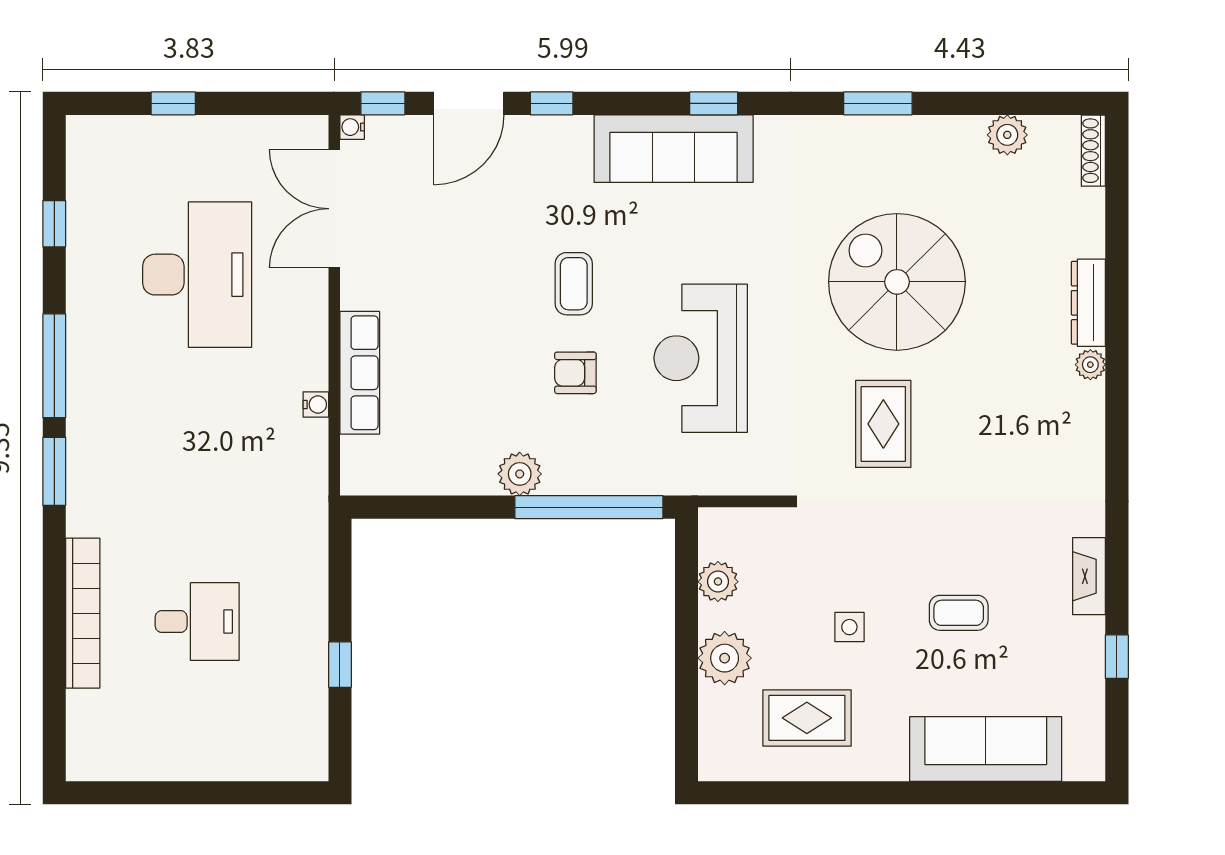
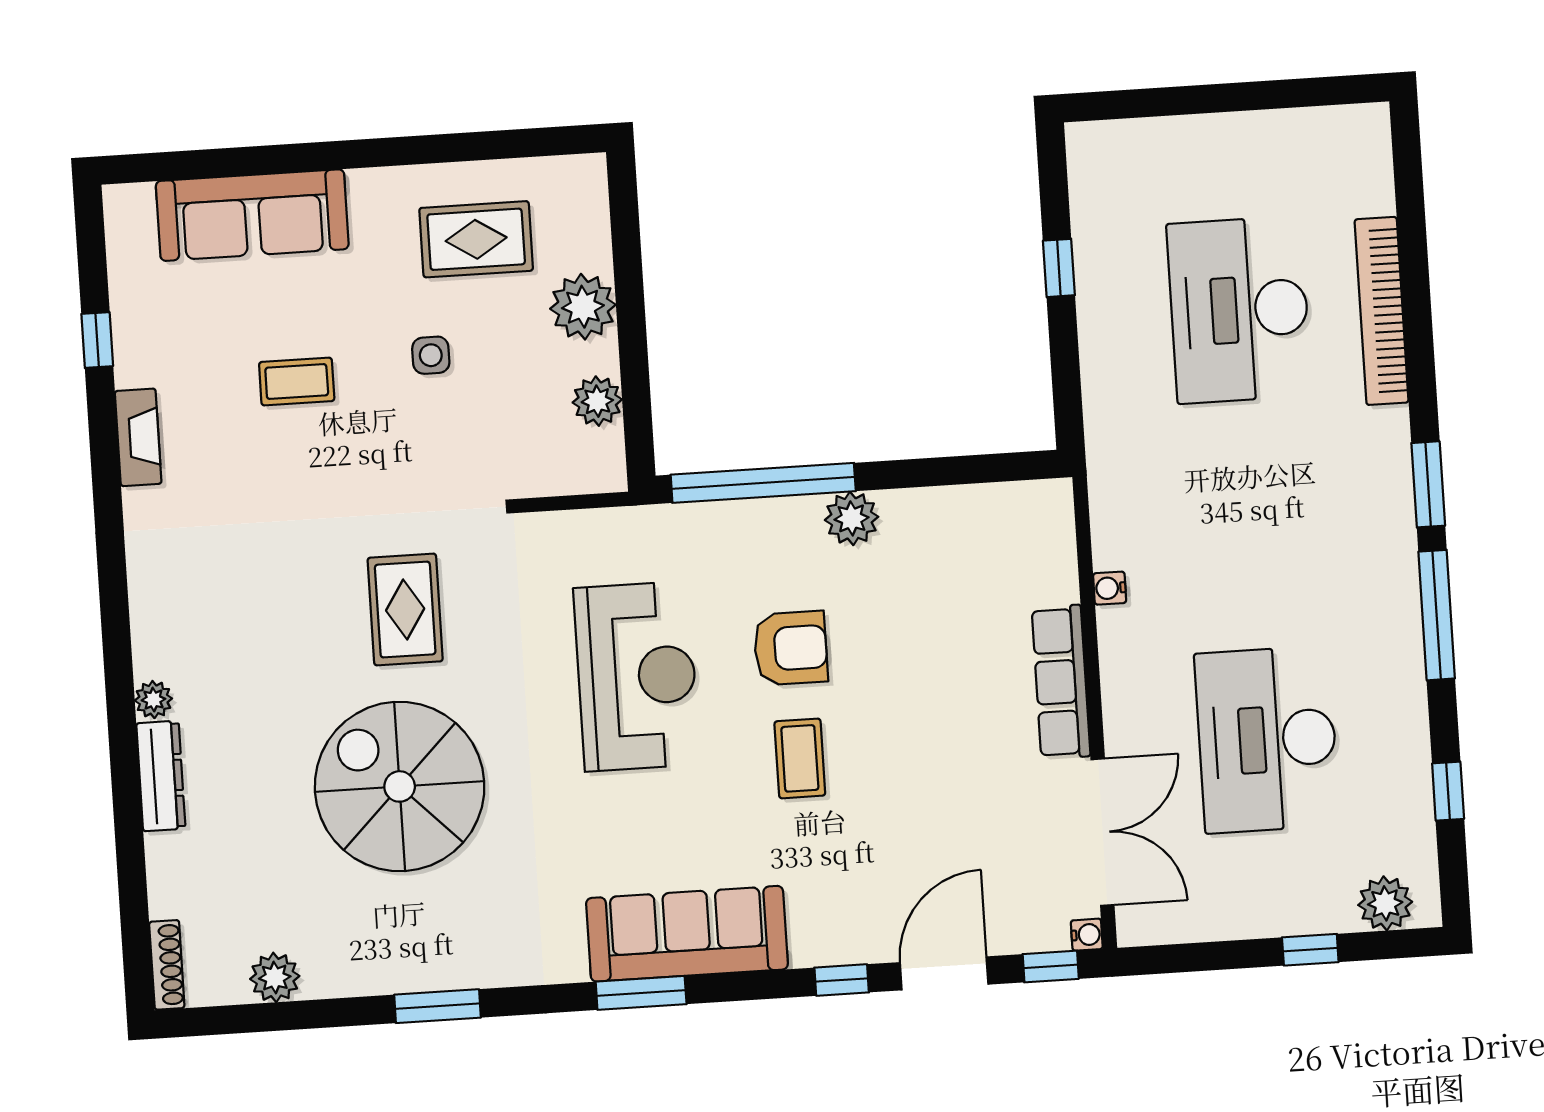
window: (714, 103) -> (641, 993), width x1.50
plant: (111, 137) -> (1385, 903), added
spiral stairs: (897, 282) -> (400, 786), turned 180
row of seats: (360, 373) -> (1061, 682), moved
armchair: (575, 373) -> (791, 648), width x1.38, depth x1.38
desk: (197, 622) -> (1239, 310), width x1.87, depth x1.30

